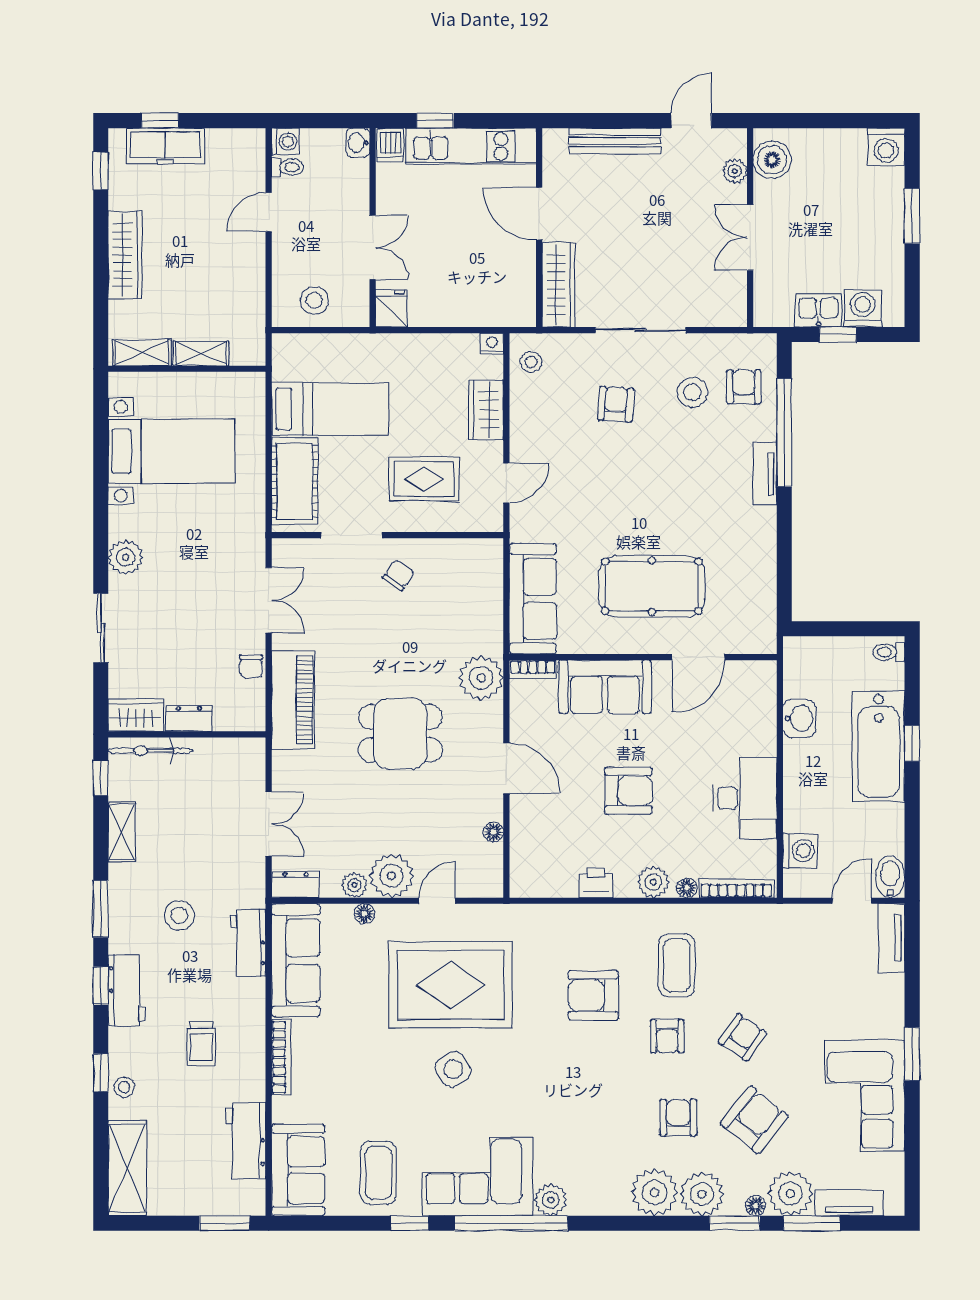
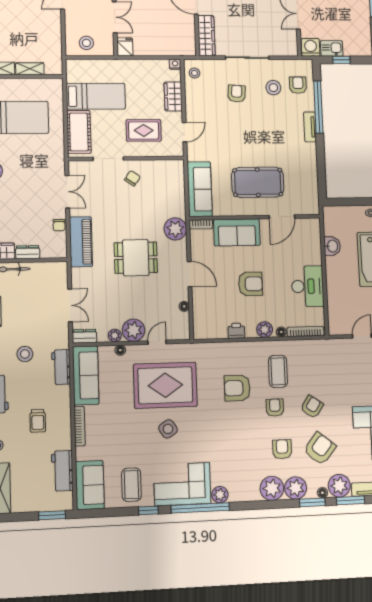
washing machine: (863, 308) -> (311, 47), moved
washing machine: (800, 851) -> (336, 312), removed
armchair: (667, 1036) -> (275, 408), turned 180

